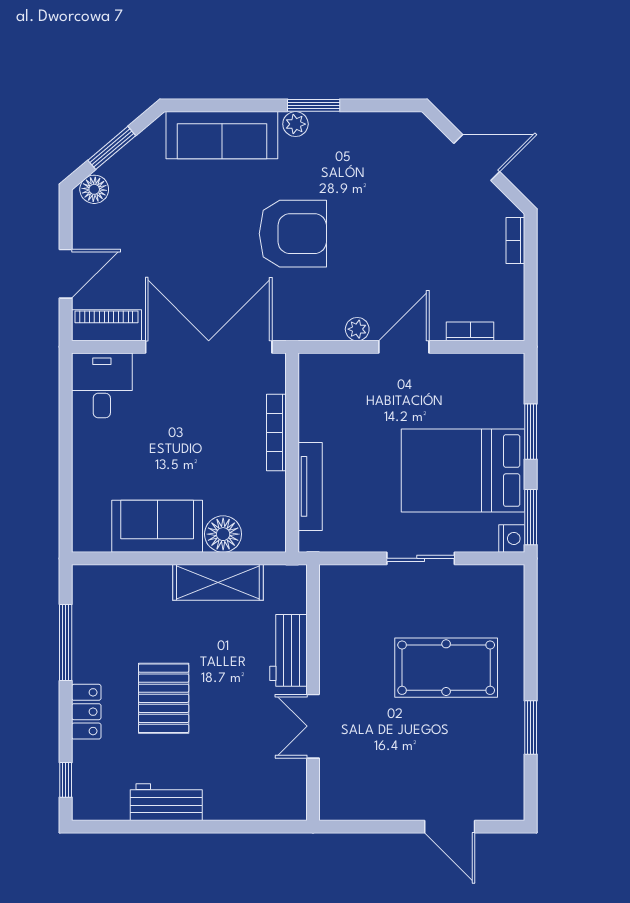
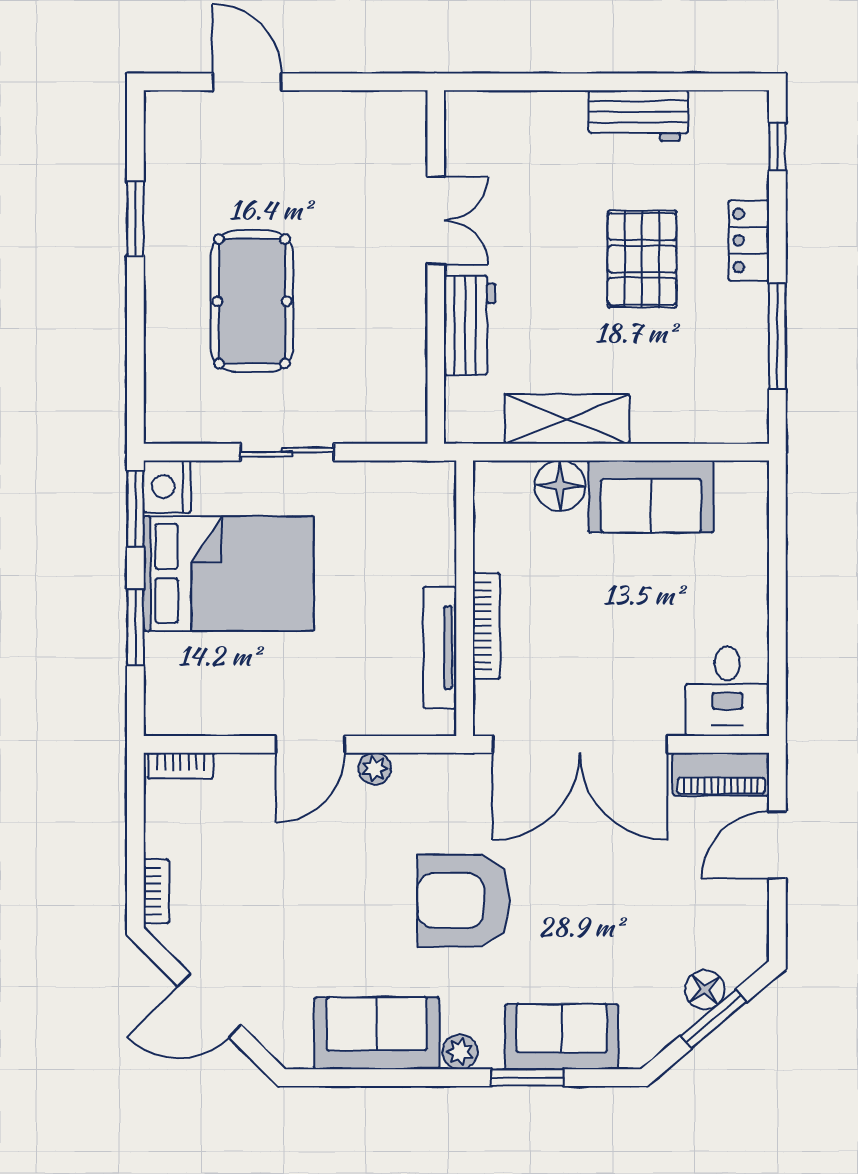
window: (314, 105) -> (527, 1078), moved
sofa: (222, 135) -> (562, 1037), width x0.73
sofa: (356, 138) -> (377, 1033), added
floor lamp: (94, 189) -> (705, 990), moved
bookcase: (470, 331) -> (180, 766), moved
tv unit: (310, 486) -> (440, 648), moved
nightstand: (512, 538) -> (167, 487), width x1.36, depth x1.33
pool table: (446, 668) -> (252, 301), turned 90

